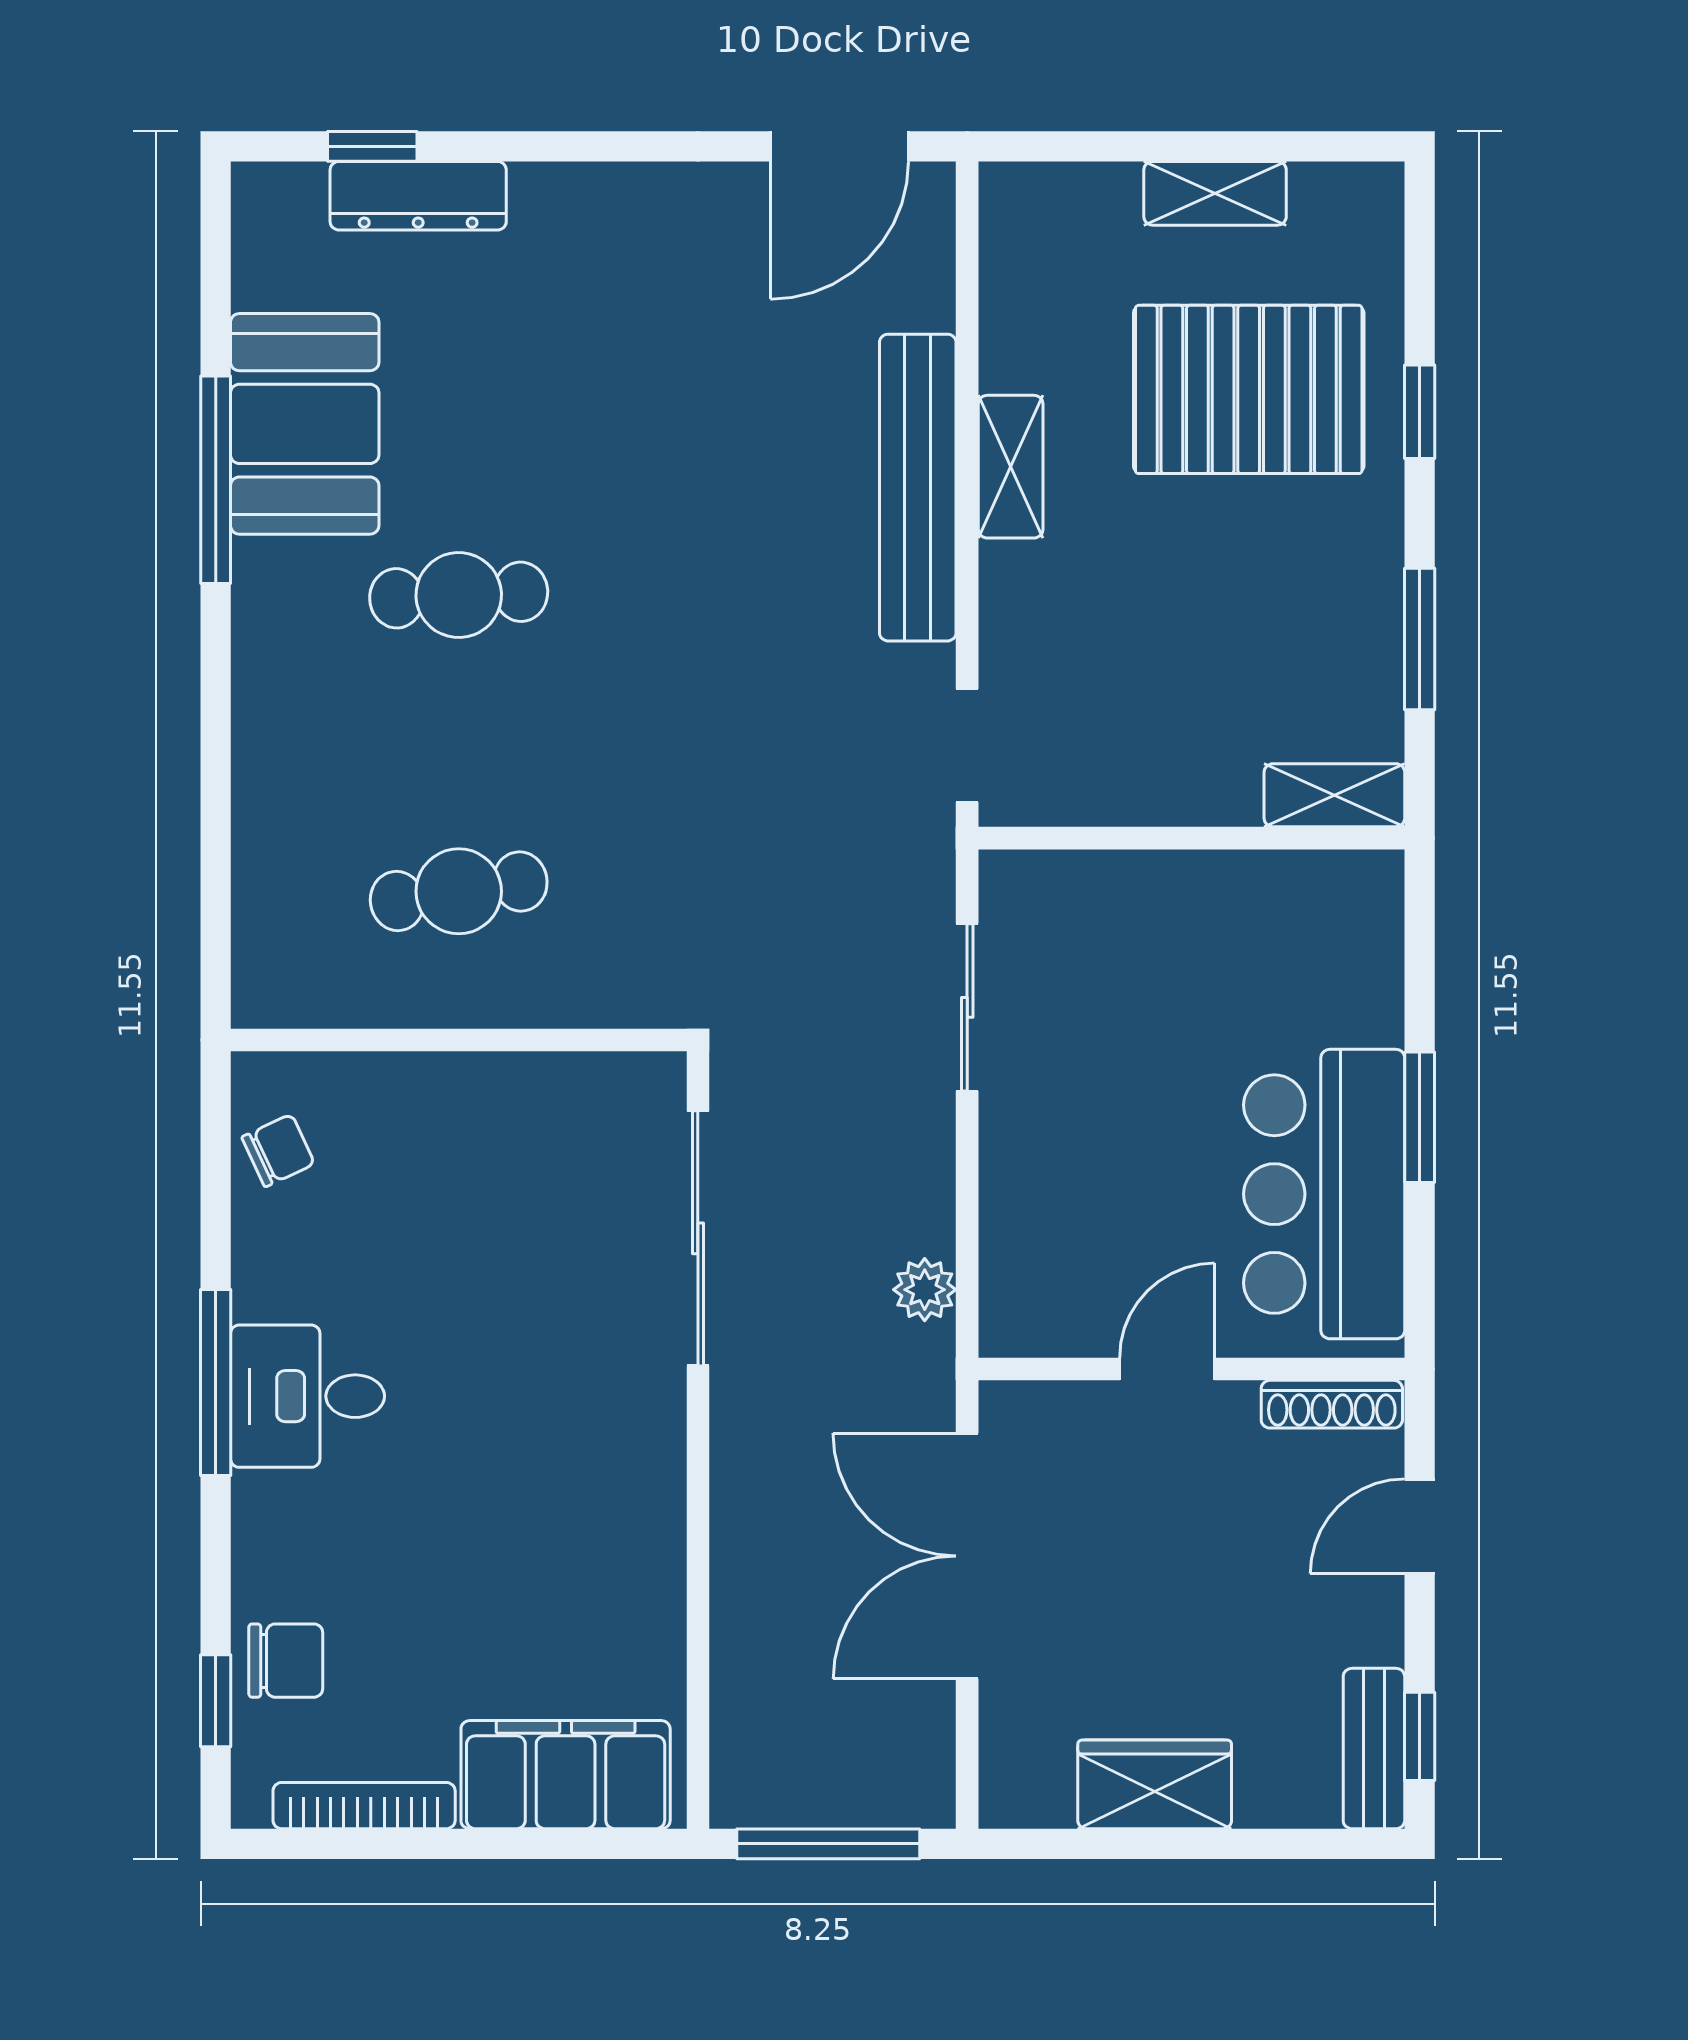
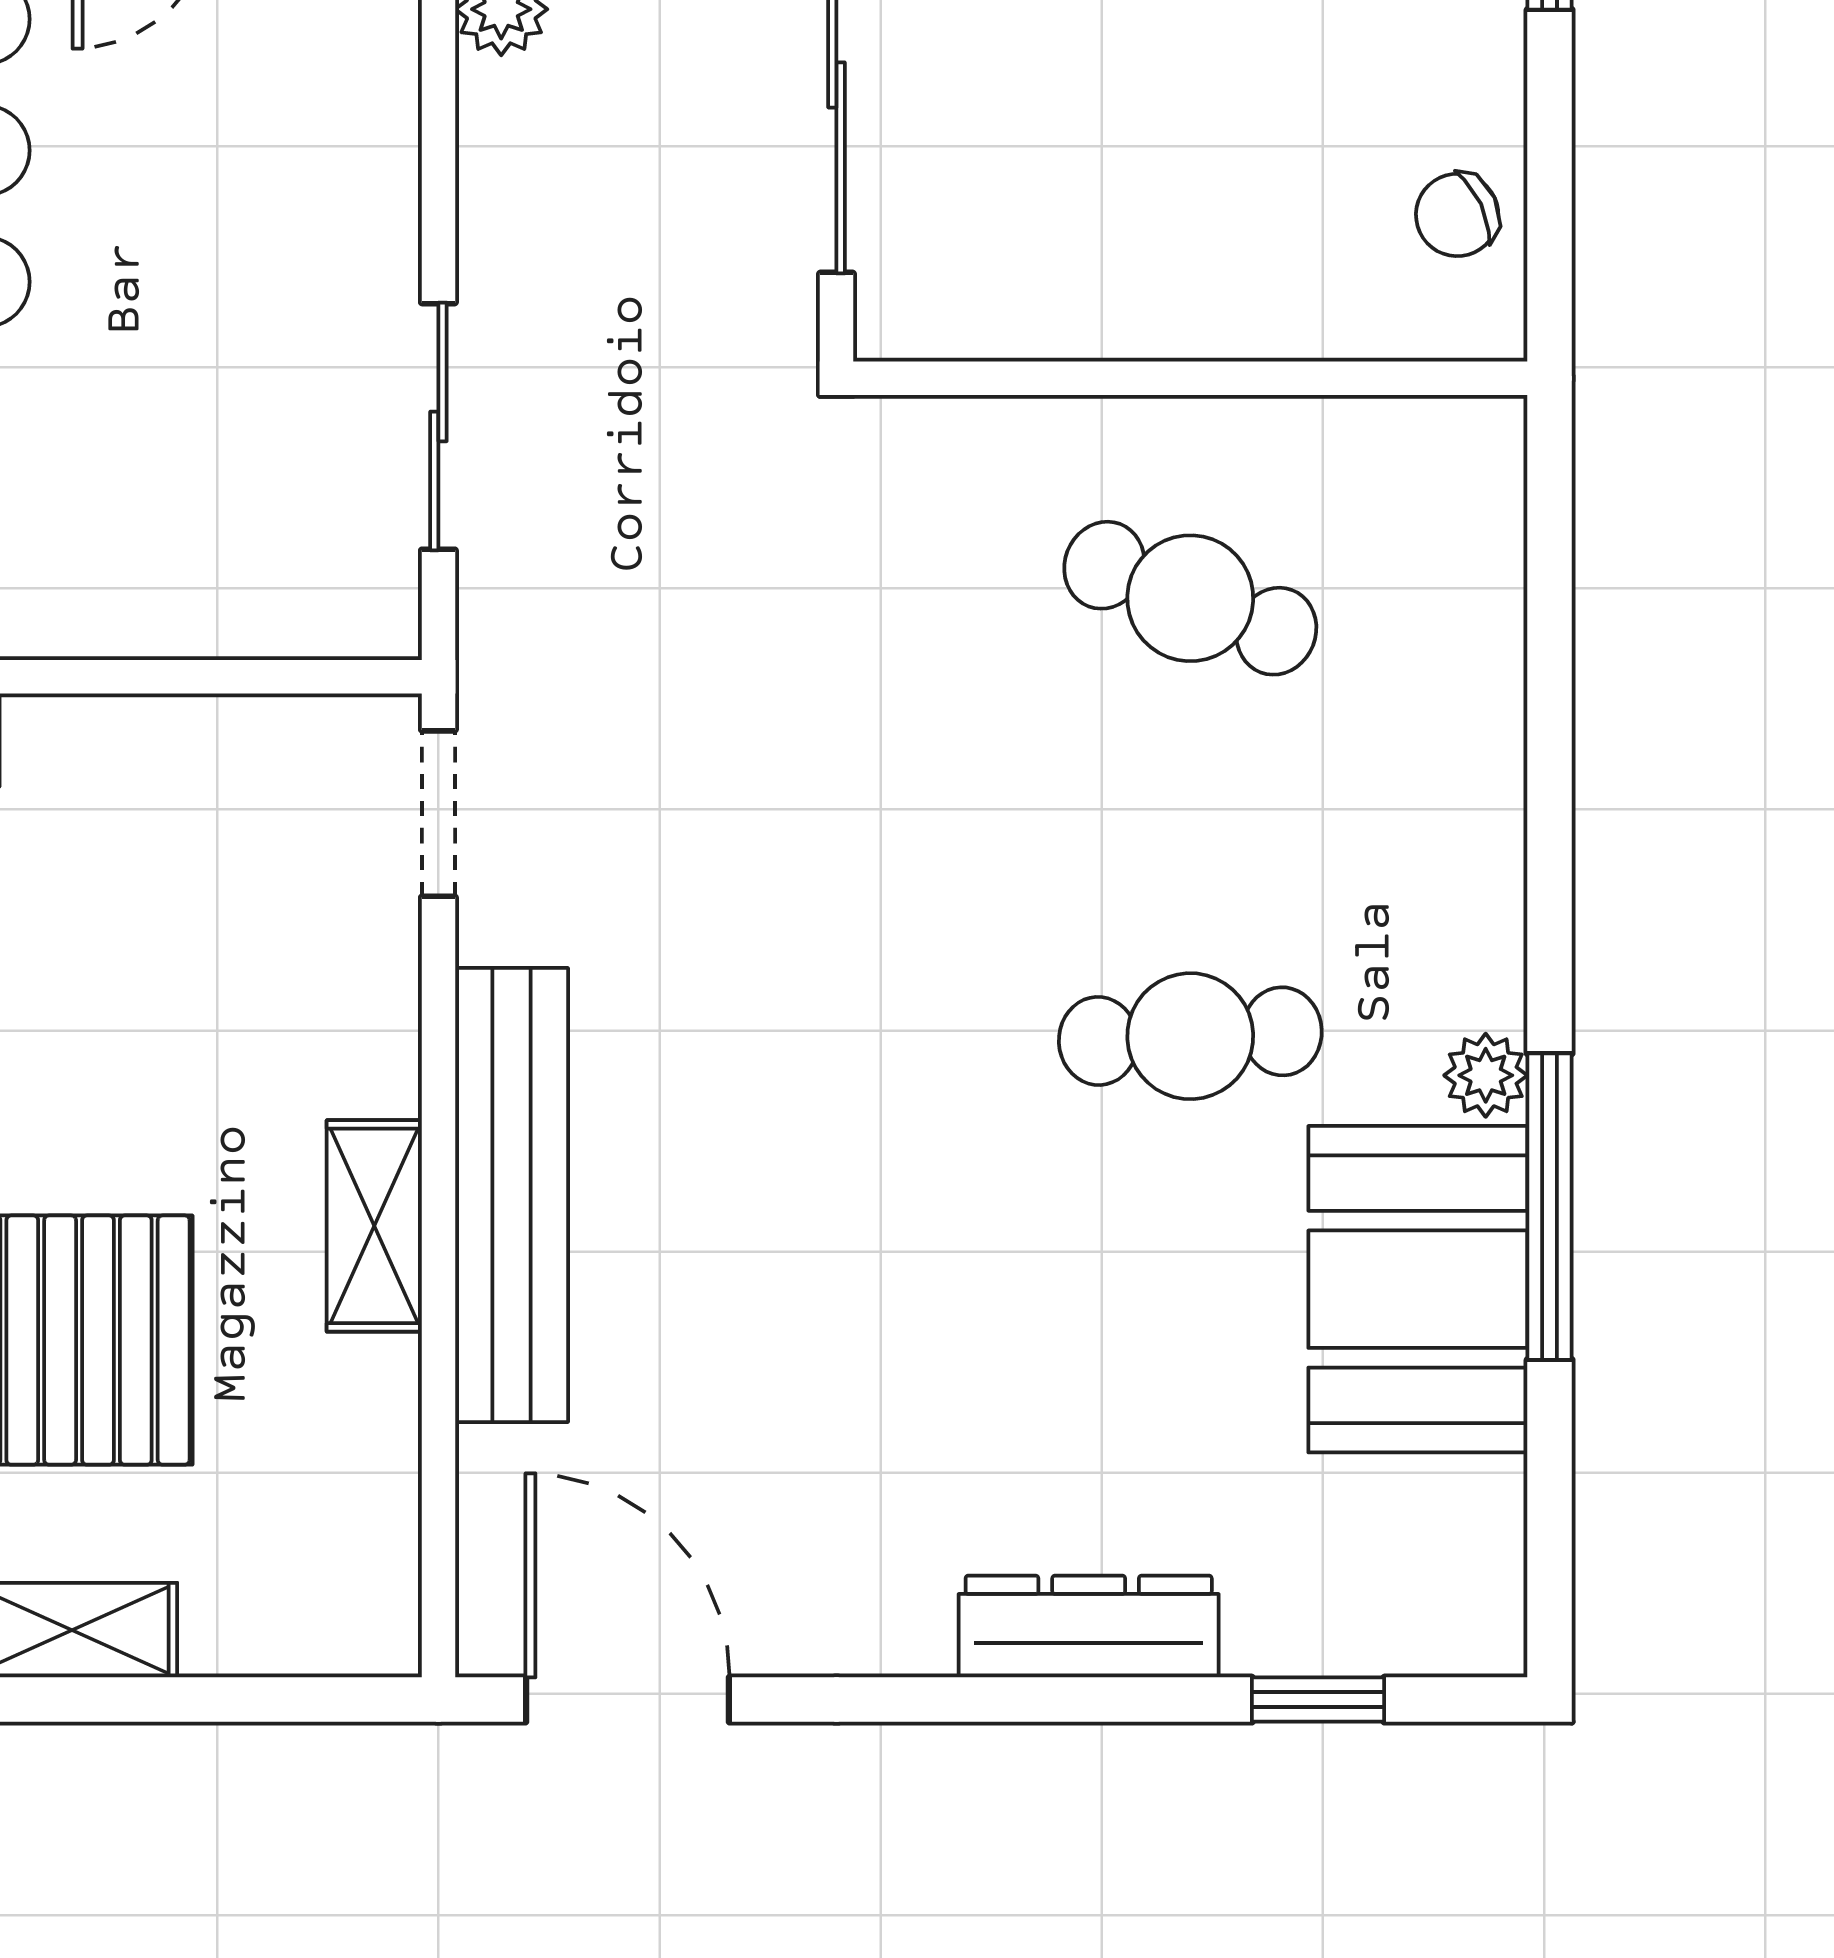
door: (839, 146) -> (628, 1700), hinge flipped
dresser: (418, 196) -> (1089, 1627), moved
plant: (259, 569) -> (1486, 1075), added
cafe table: (459, 891) -> (1190, 598), turned 30

